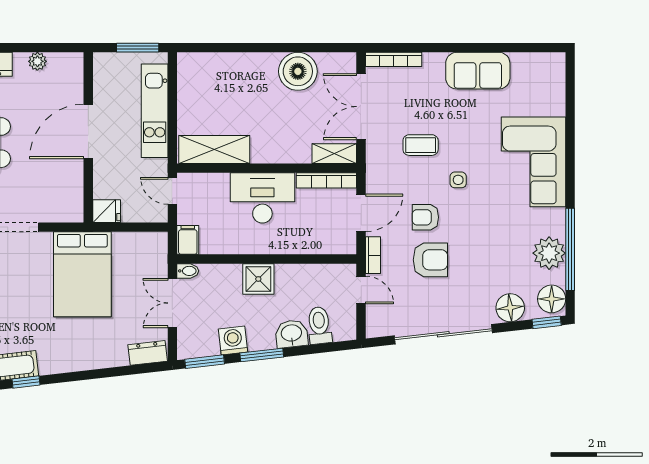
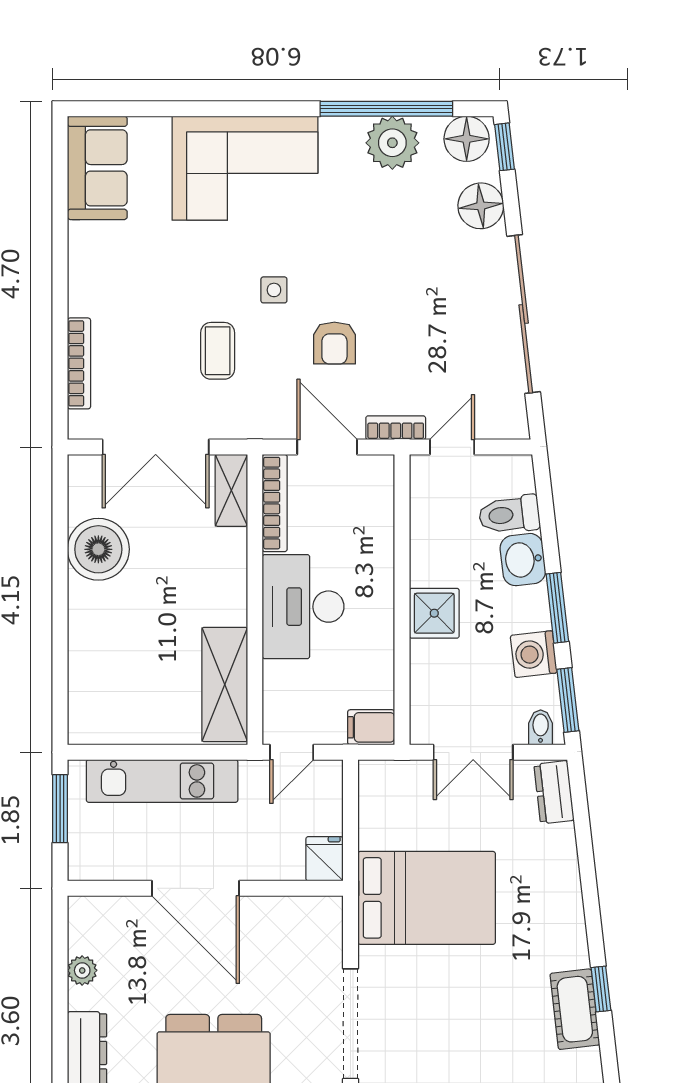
bookcase: (394, 59) -> (79, 363), moved
sofa: (478, 71) -> (97, 168), moved
armchair: (430, 260) -> (403, 335), removed
bidet: (188, 271) -> (541, 727), moved

